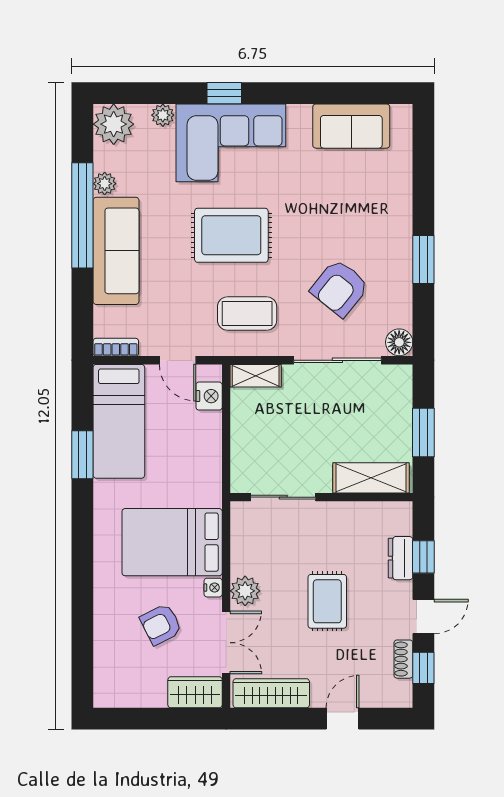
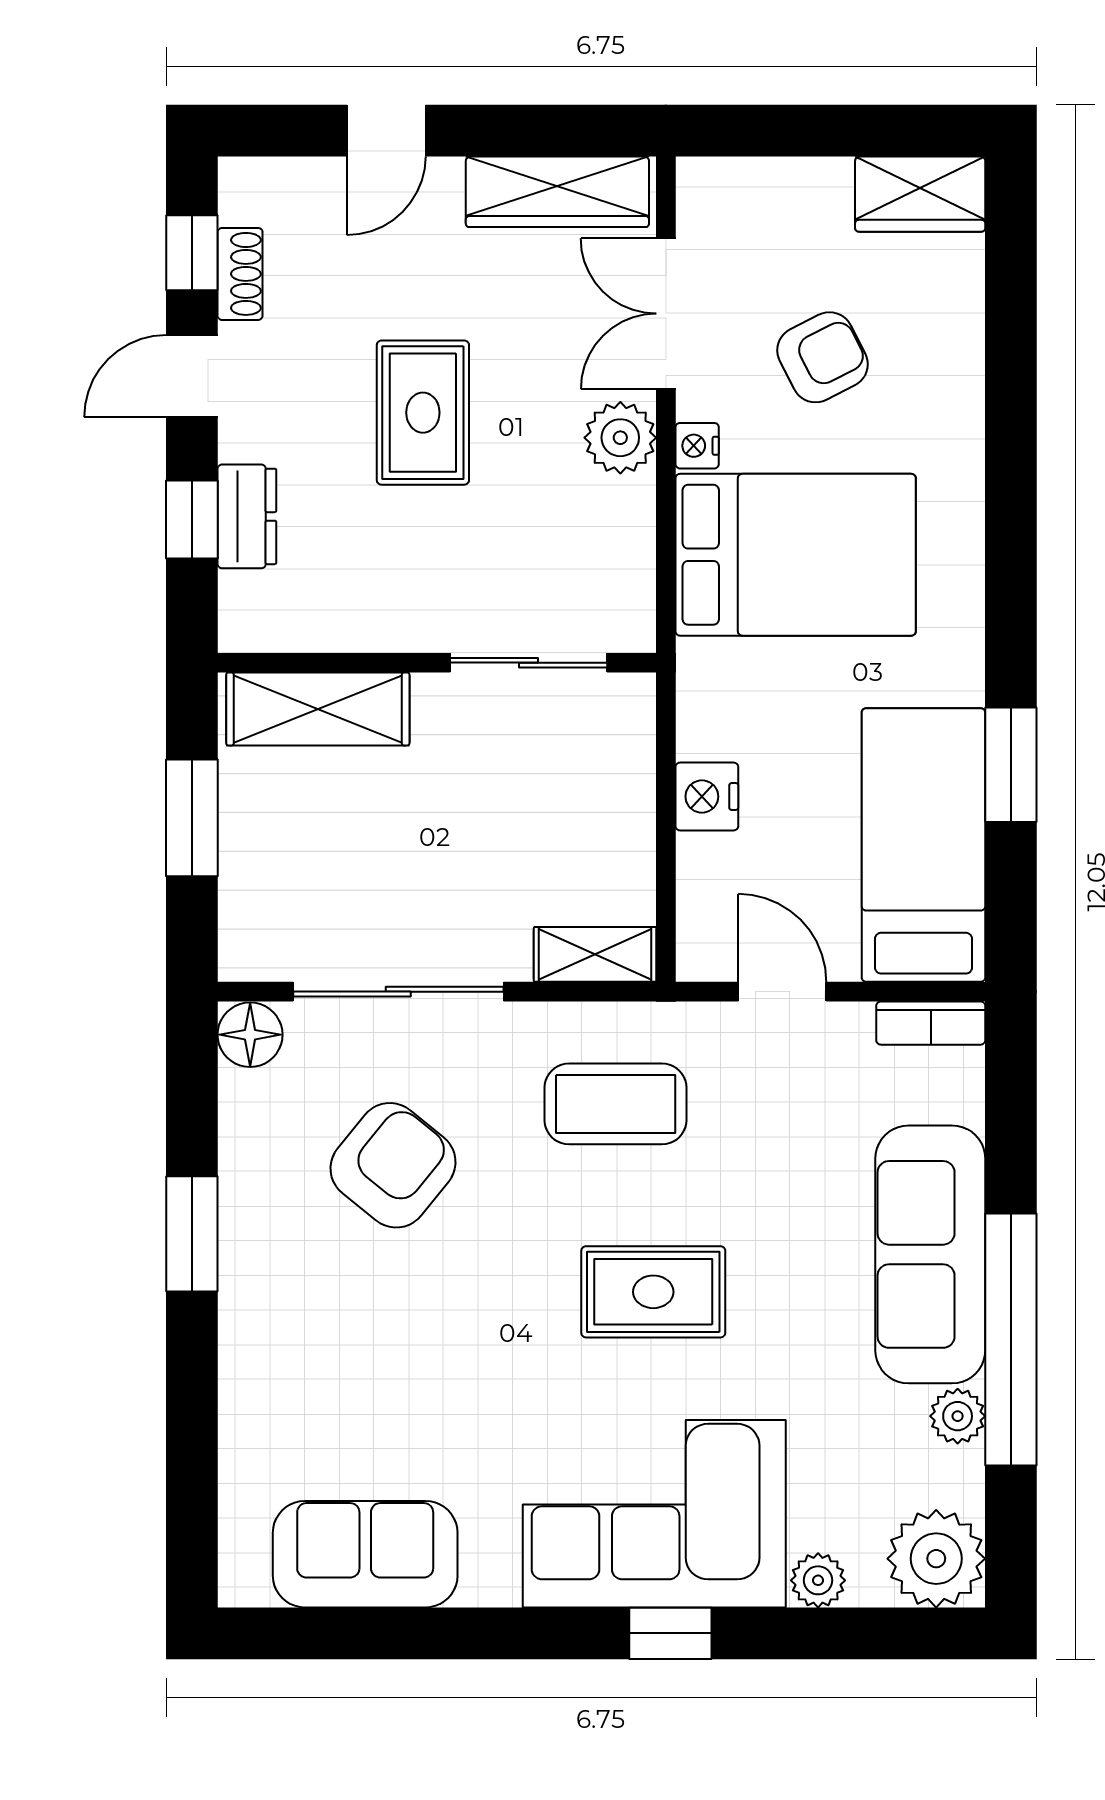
rug: (231, 235) -> (653, 1292), width x0.73, depth x0.70
nightstand: (209, 396) -> (707, 797), moved
wardrobe: (195, 692) -> (920, 194), moved

